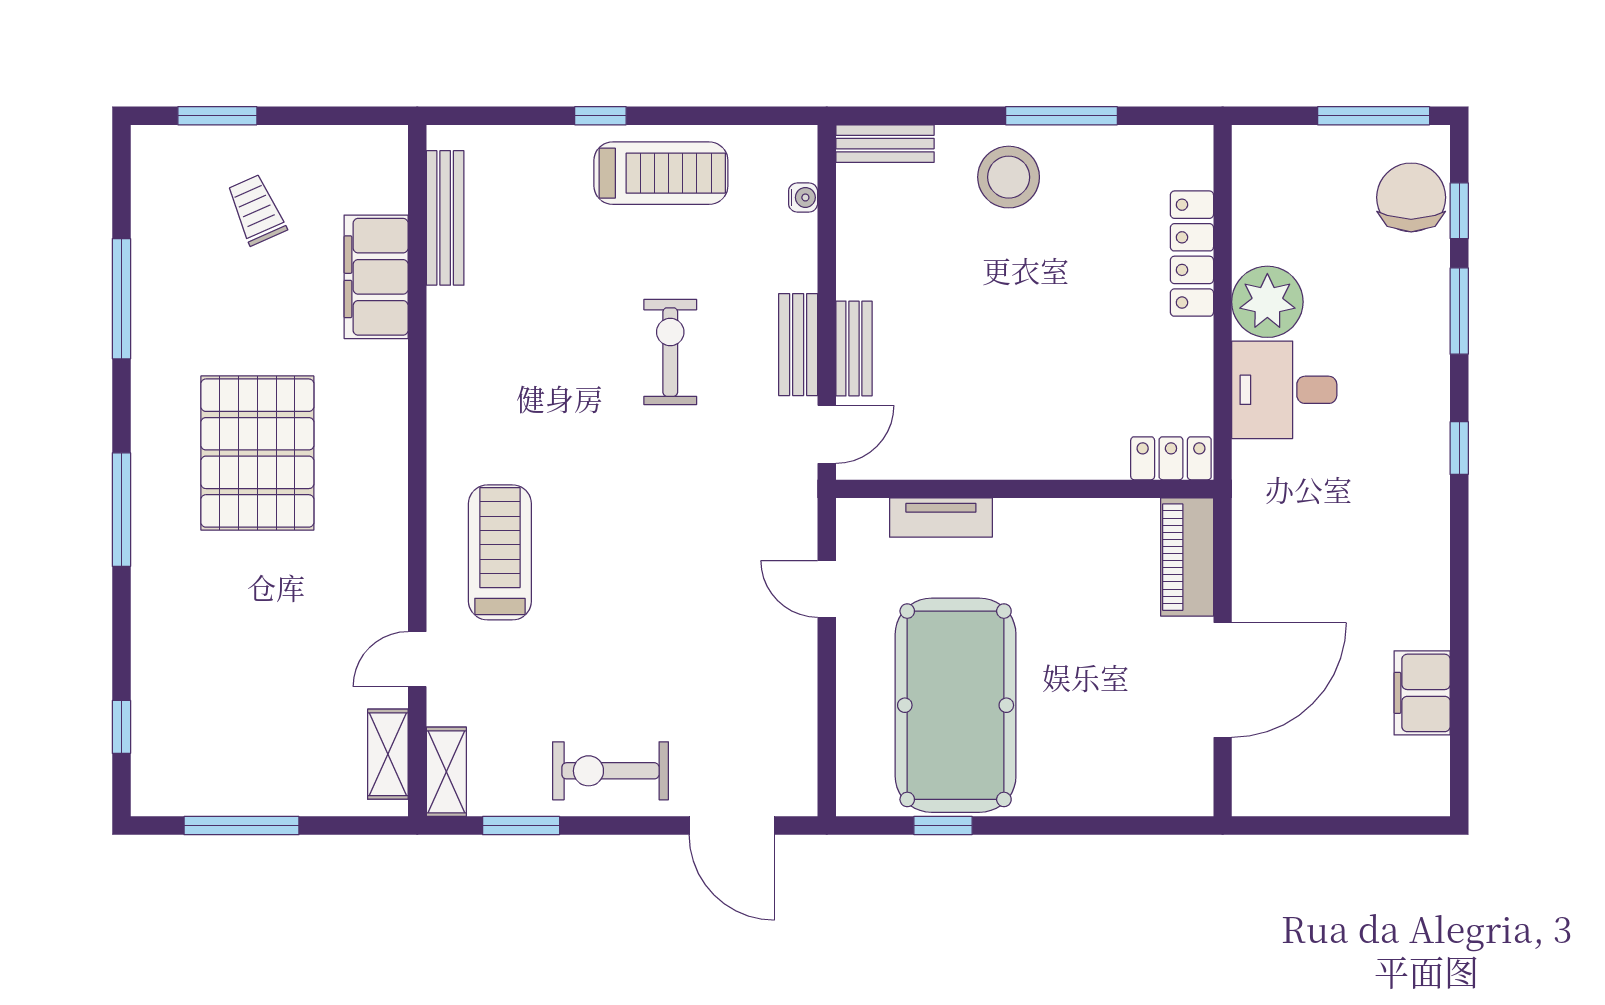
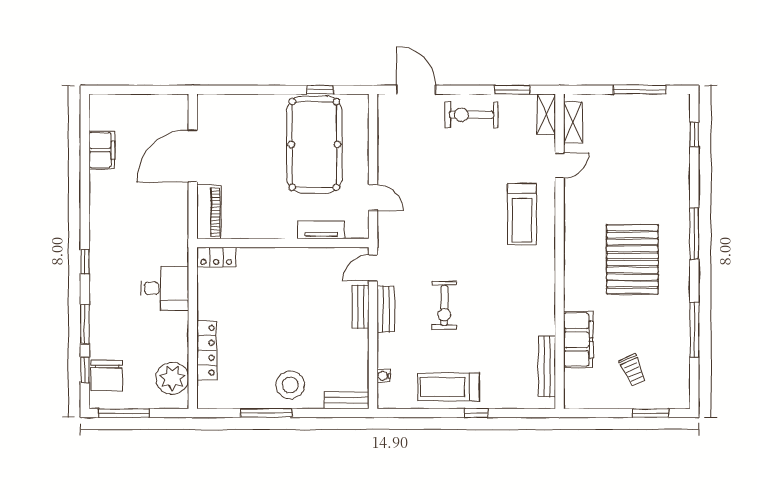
plant: (1267, 302) -> (172, 378), moved
exercise bike: (610, 771) -> (472, 115), turned 180

